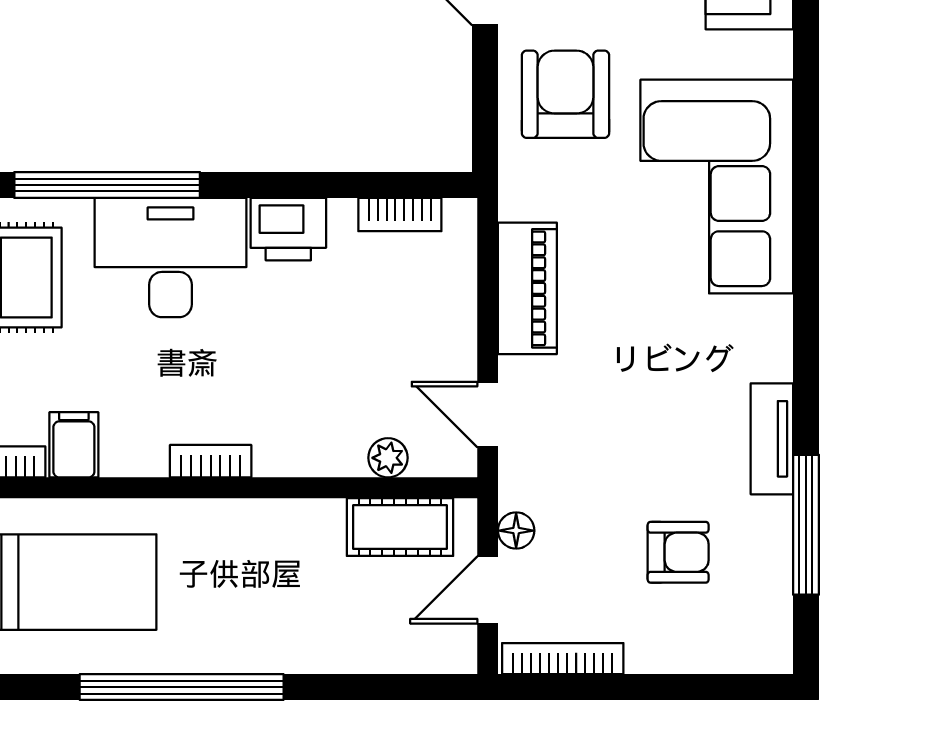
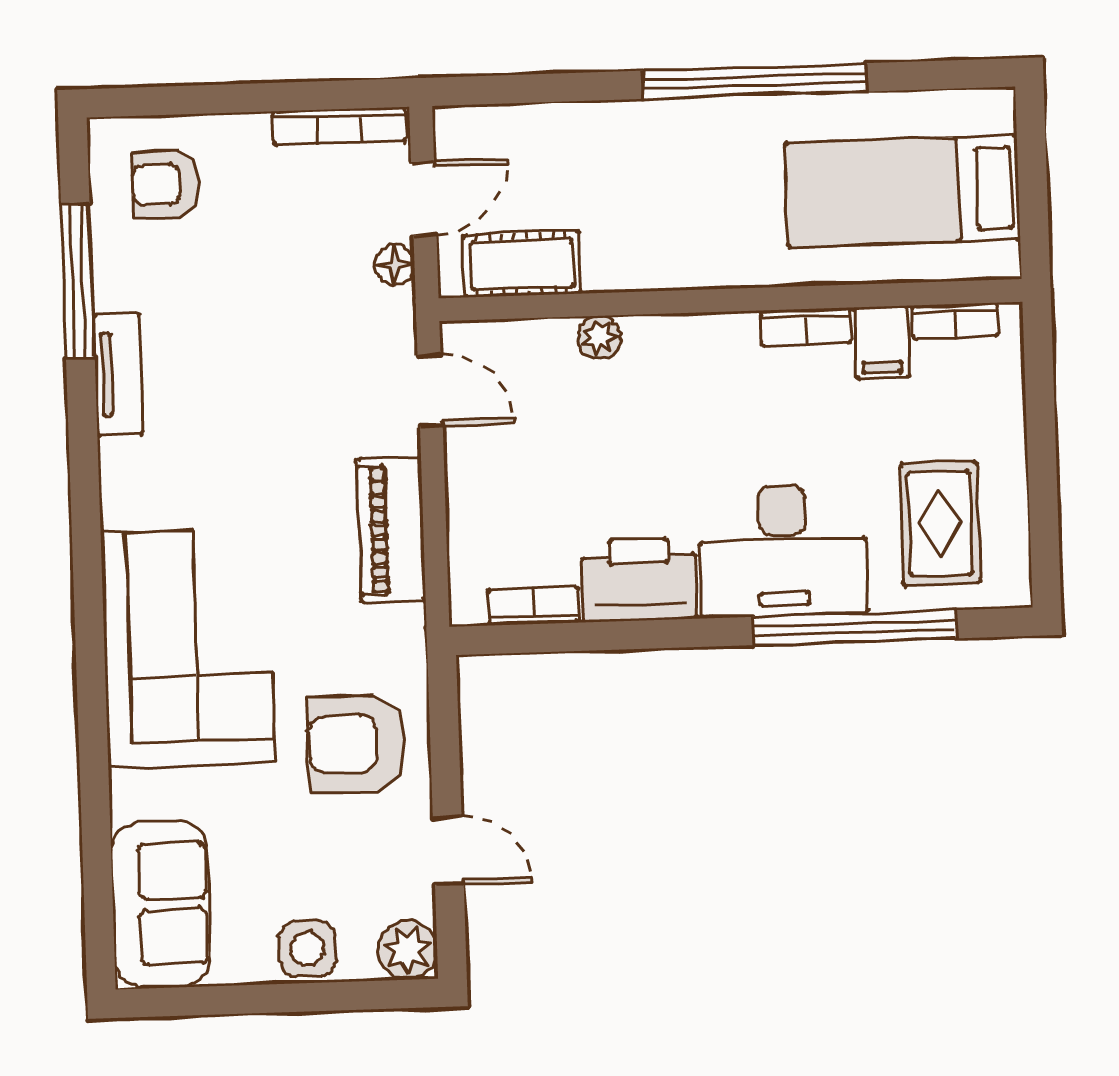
armchair: (566, 94) -> (357, 744), turned 90
printer: (288, 229) -> (639, 580), width x1.37, depth x1.19
plant: (388, 458) -> (599, 337), moved
bookcase: (211, 461) -> (805, 327), moved
armchair: (678, 552) -> (166, 184), moved

